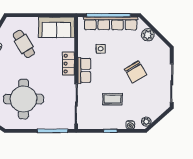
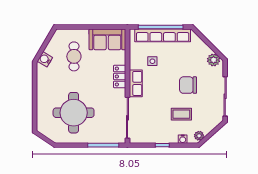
plant: (148, 35) -> (214, 60), moved
cafe table: (24, 44) -> (74, 56), turned 31
chair: (135, 72) -> (188, 85), turned 121
coffee table: (112, 99) -> (181, 114), moved

